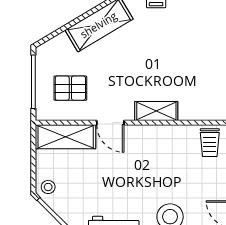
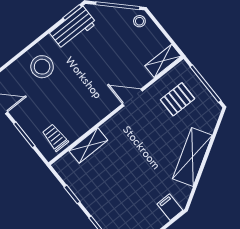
shelving: (156, 111) -> (88, 146), moved
shelving: (66, 137) -> (163, 61), width x0.67, depth x0.75

